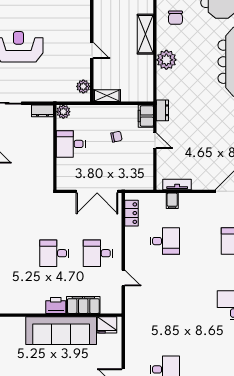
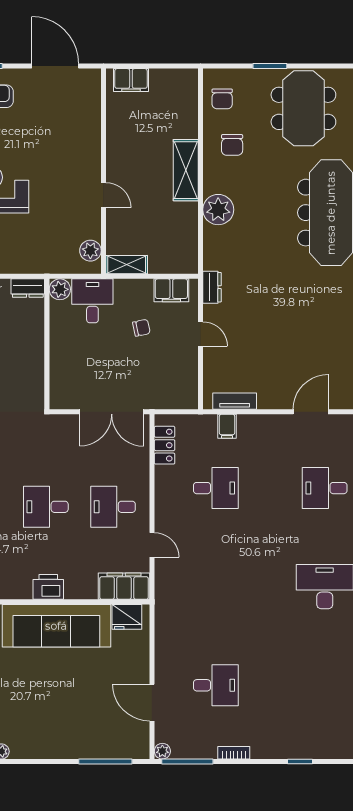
filing cabinet: (146, 116) -> (171, 290), moved, turned -90
desk: (71, 144) -> (92, 301), moved, turned 90
filing cabinet: (83, 305) -> (124, 586), moved

